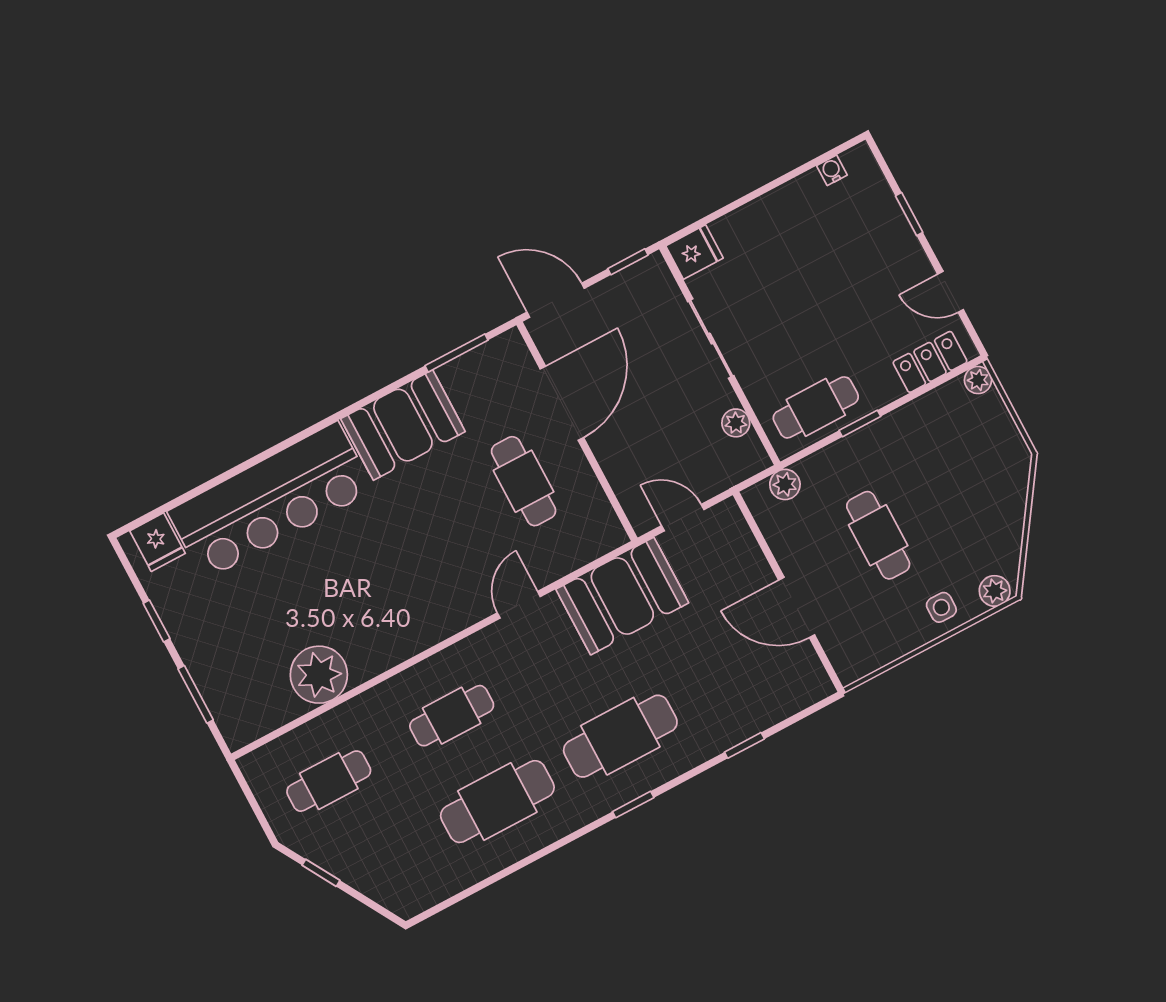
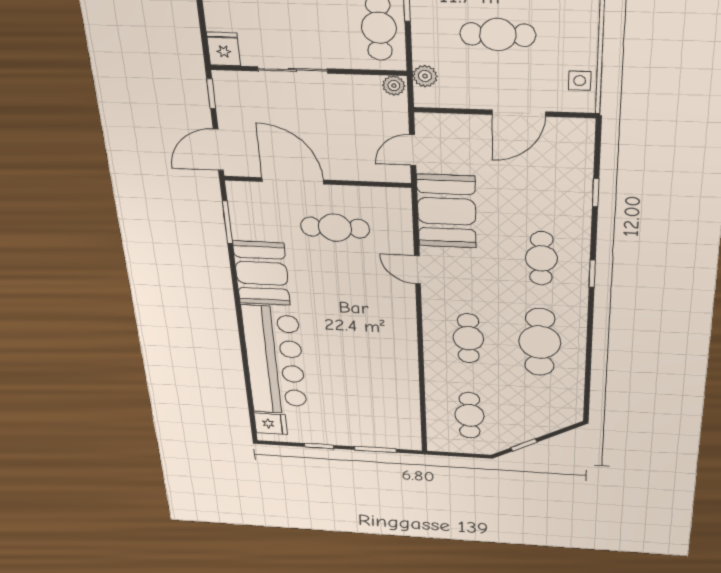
plant: (736, 423) -> (394, 86), moved
side table: (941, 607) -> (580, 81), moved
plant: (319, 675) -> (400, 389), removed
cafe table: (620, 736) -> (541, 258), width x0.73, depth x0.74

